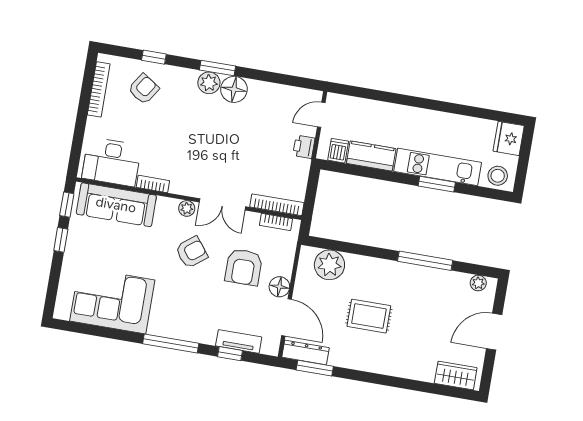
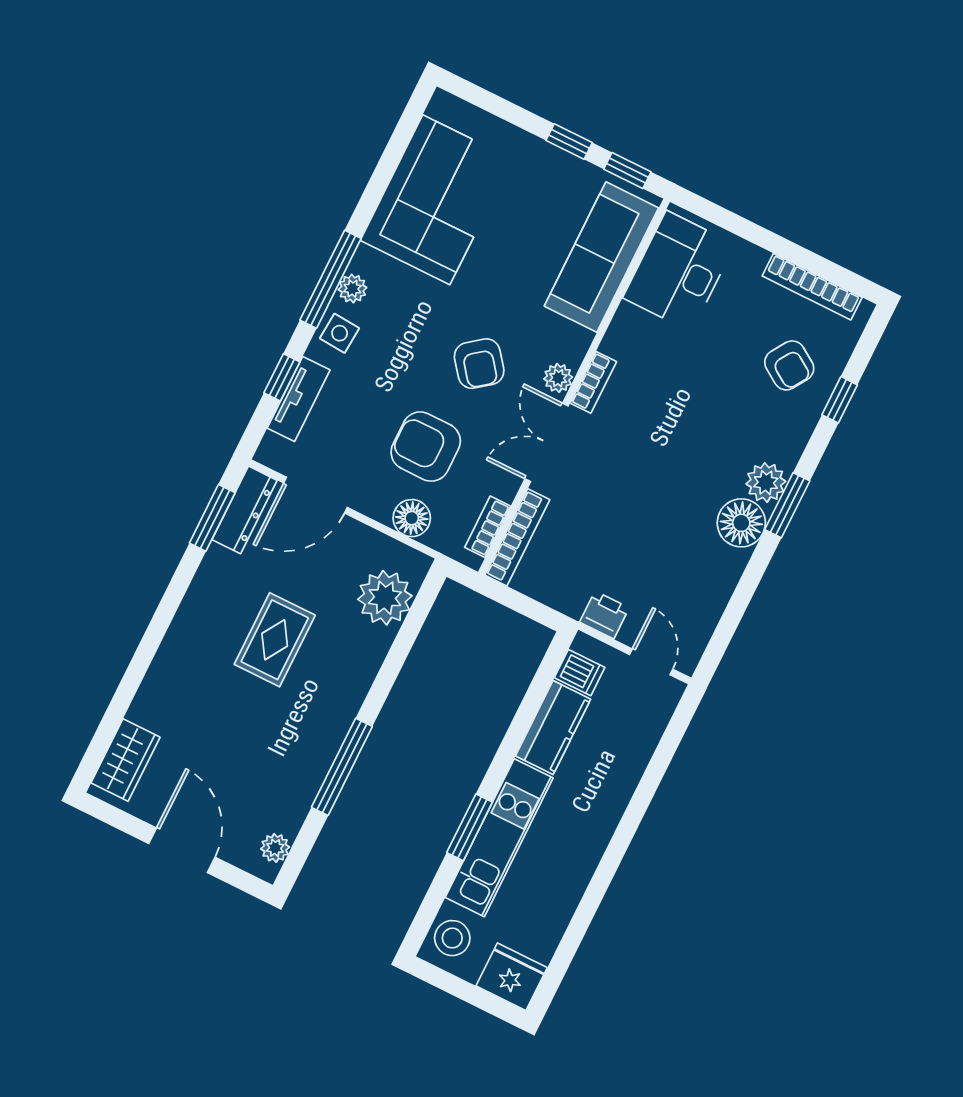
bookcase: (153, 184) -> (593, 382), moved
floor lamp: (279, 287) -> (412, 518), moved
side table: (198, 330) -> (340, 333), added
plant: (172, 331) -> (352, 289), added

